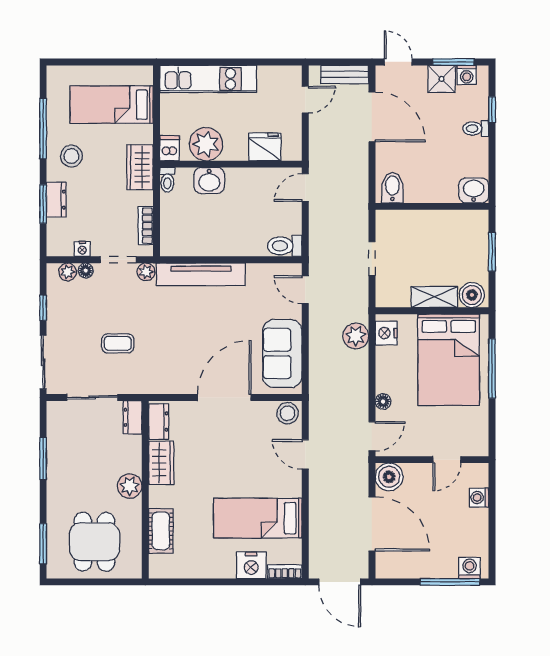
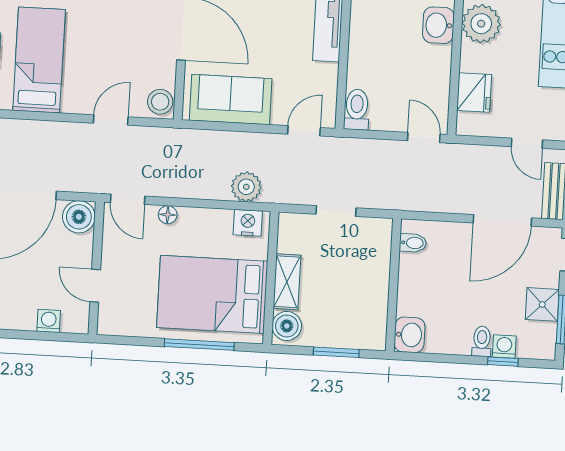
washing machine: (467, 75) -> (504, 346), moved, turned 90
bidet: (392, 188) -> (413, 243), width x0.72, depth x0.74

